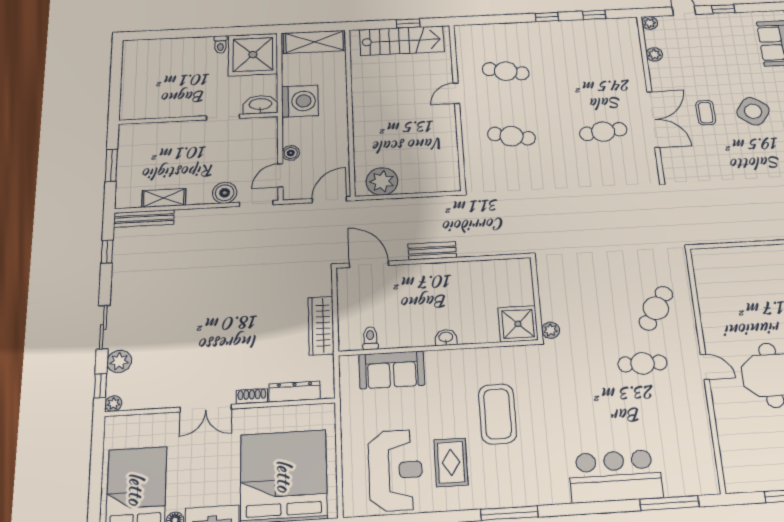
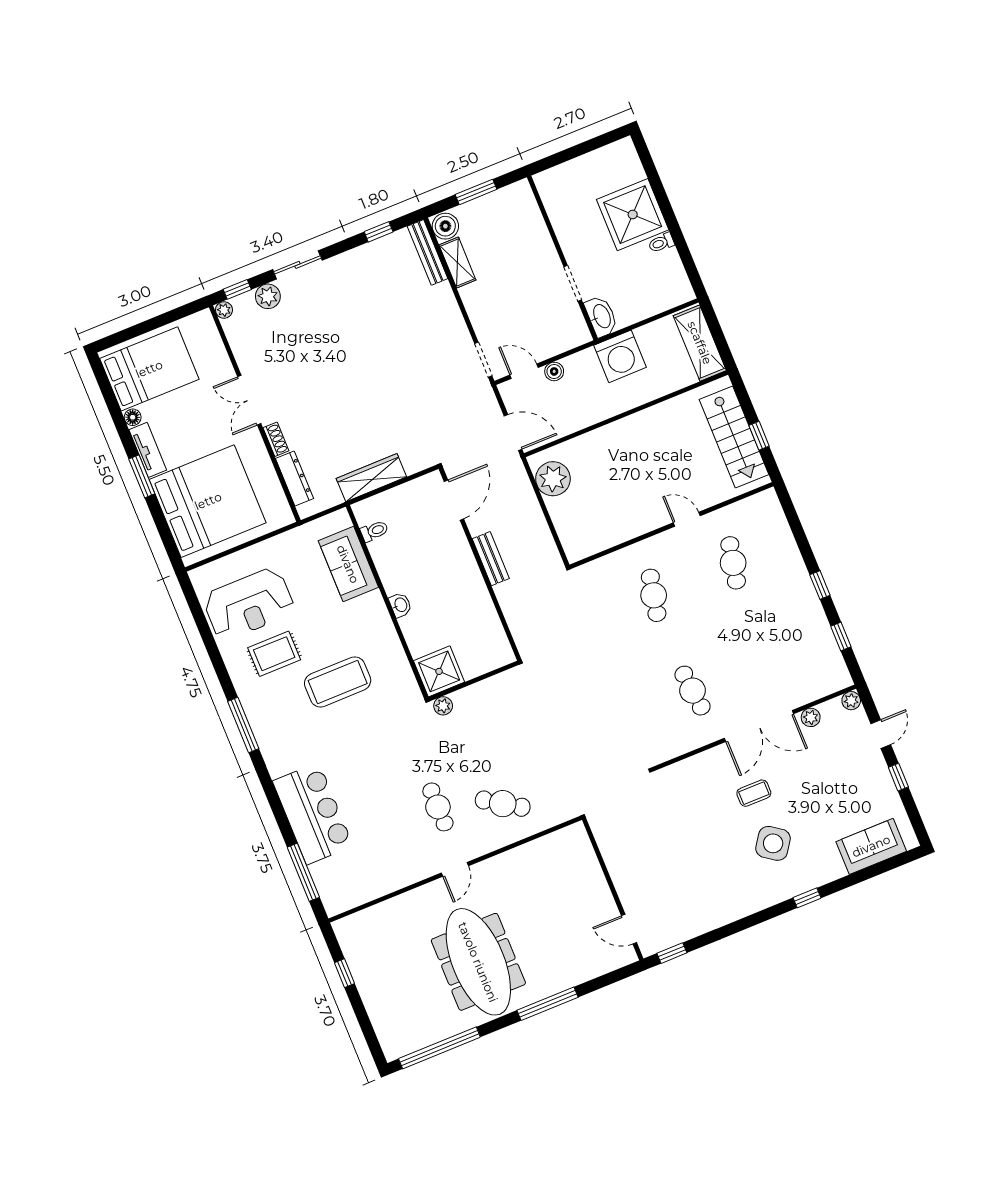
shower: (253, 55) -> (633, 215), moved
double door: (653, 119) -> (759, 726), moved
boiler: (225, 193) -> (445, 226), moved

